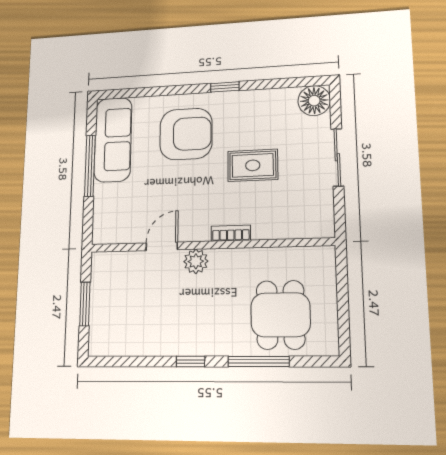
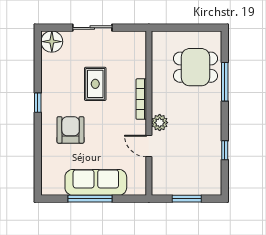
armchair: (186, 134) -> (71, 130), width x0.73, depth x0.73
sofa: (113, 140) -> (96, 182), moved
bookcase: (231, 233) -> (141, 99), width x1.56
window: (191, 361) -> (225, 150), moved

